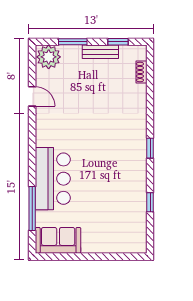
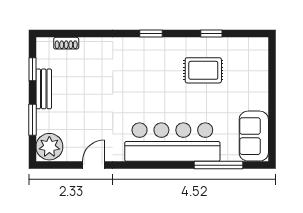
bar counter: (53, 179) -> (172, 142), width x1.36
rug: (117, 195) -> (203, 70), added

